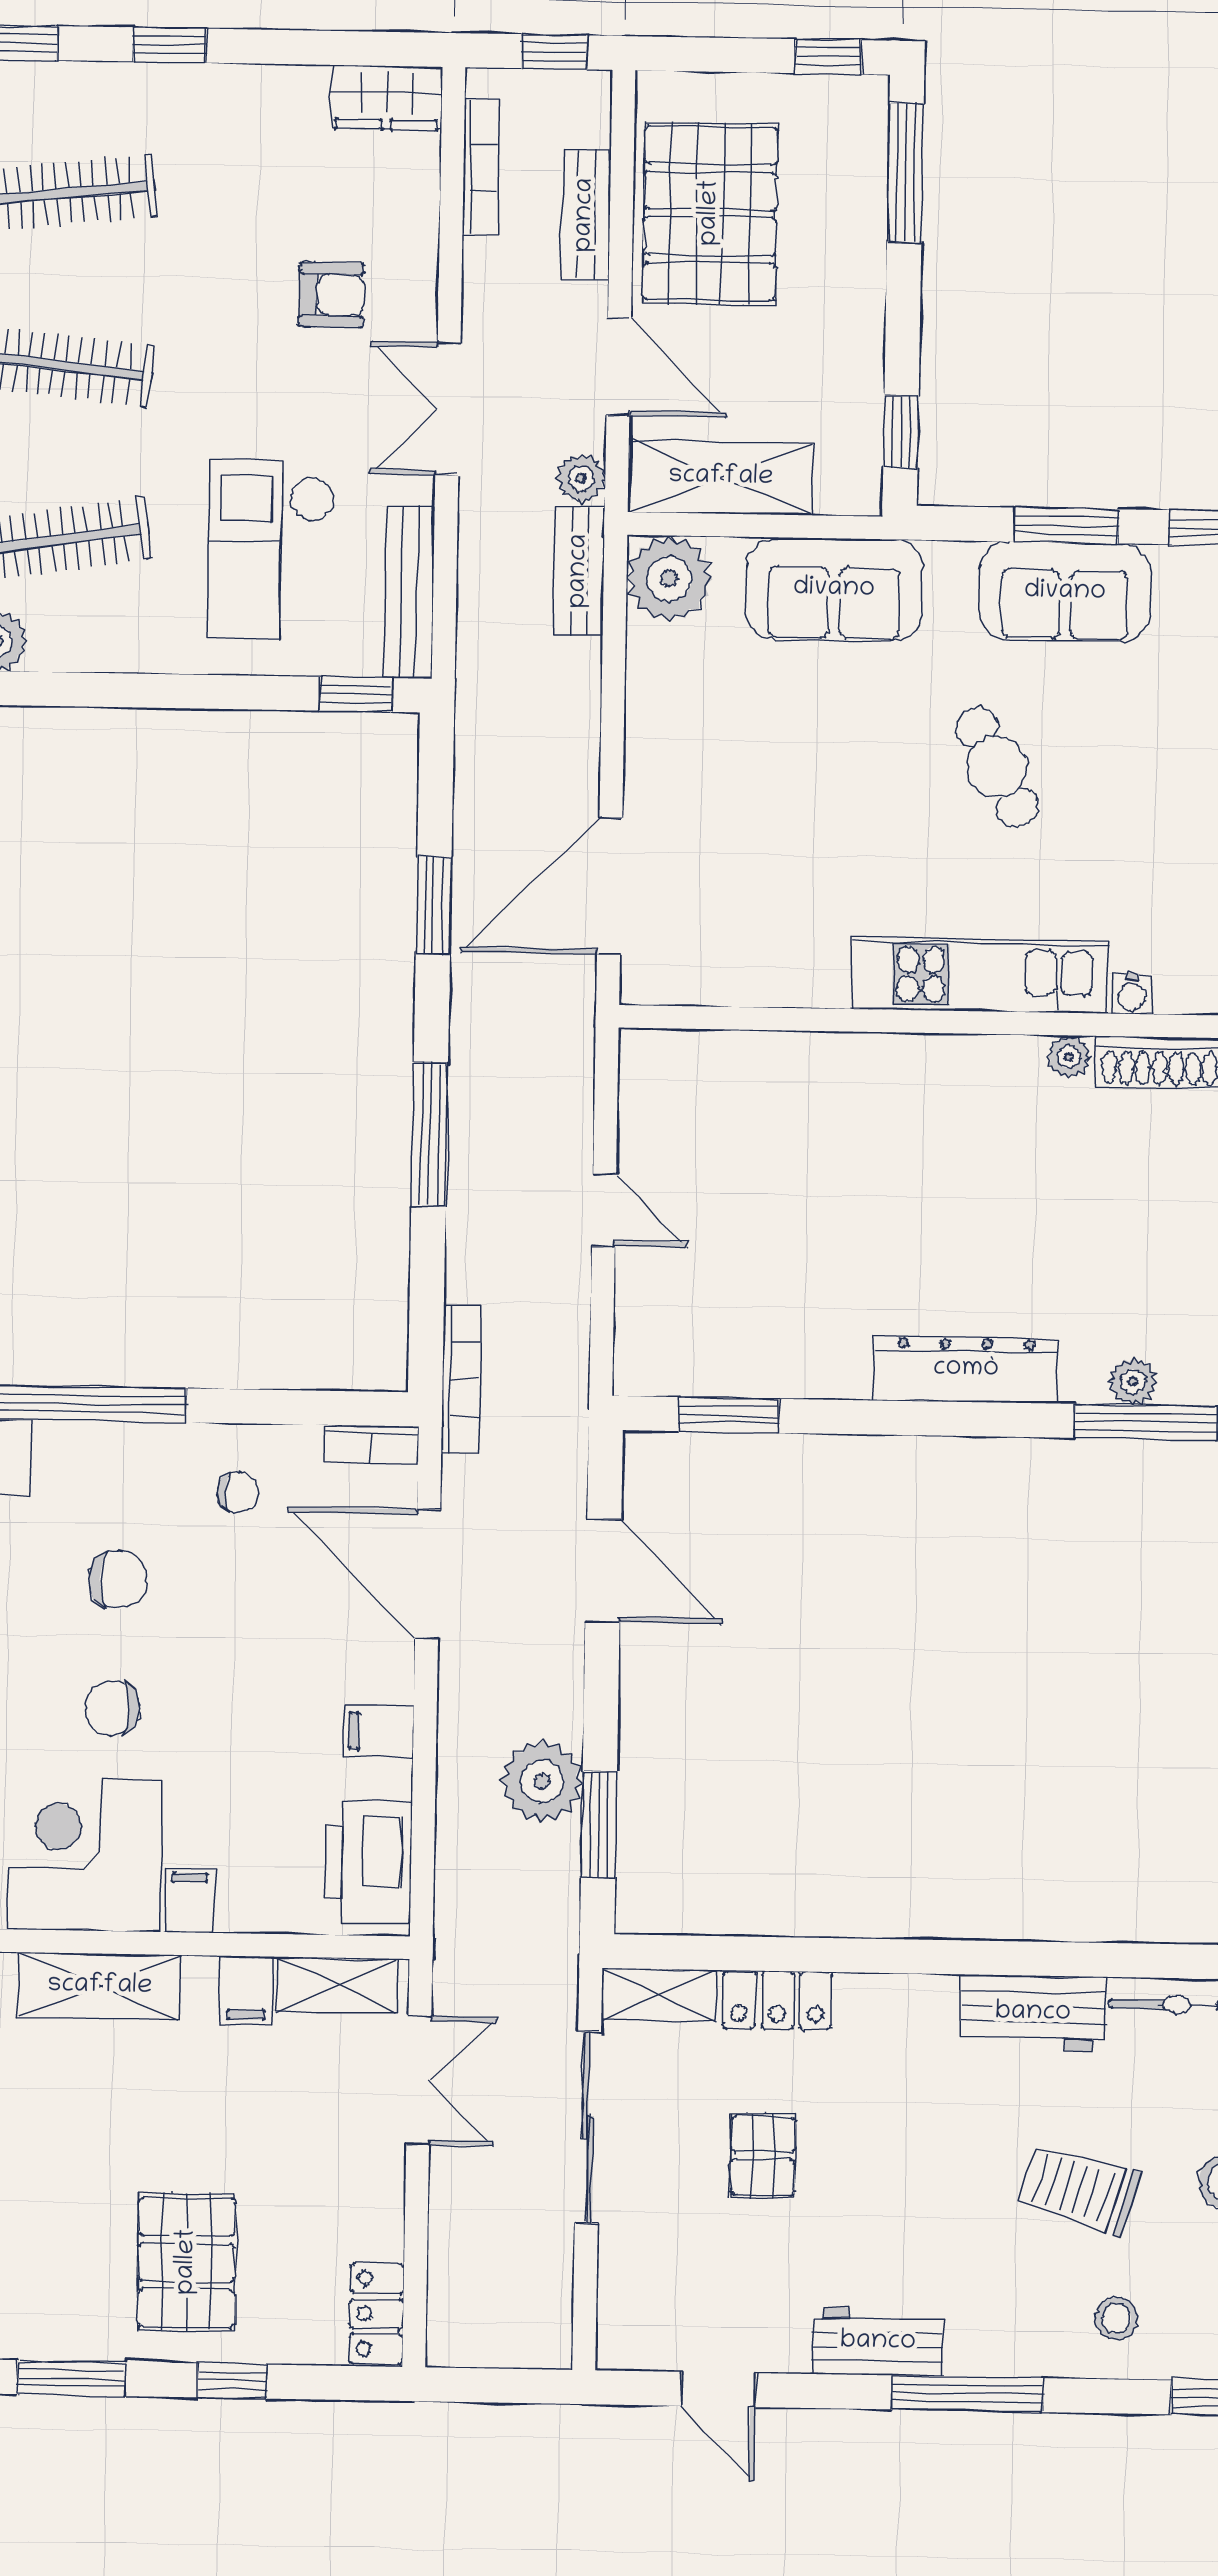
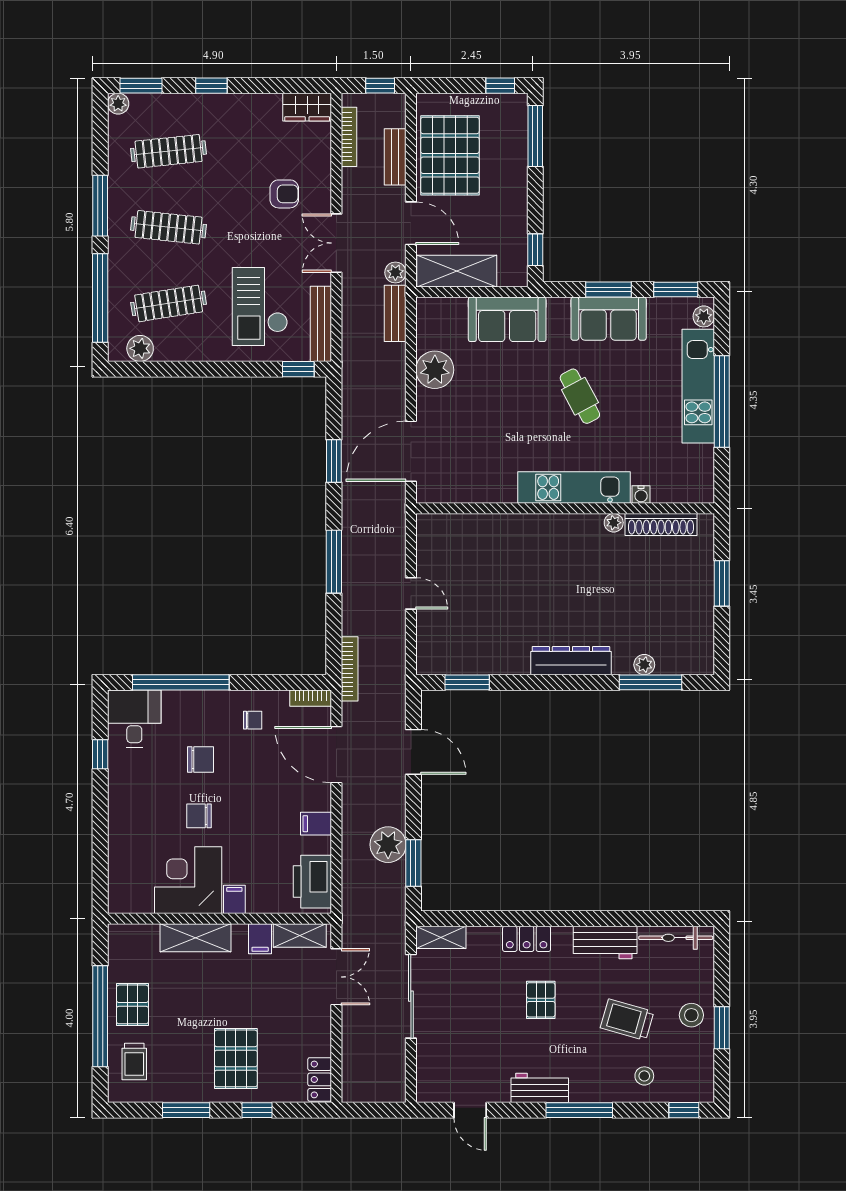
plant: (669, 578) -> (435, 370), moved
locker: (778, 2000) -> (527, 939), moved
pallet: (763, 2156) -> (541, 1000), moved

